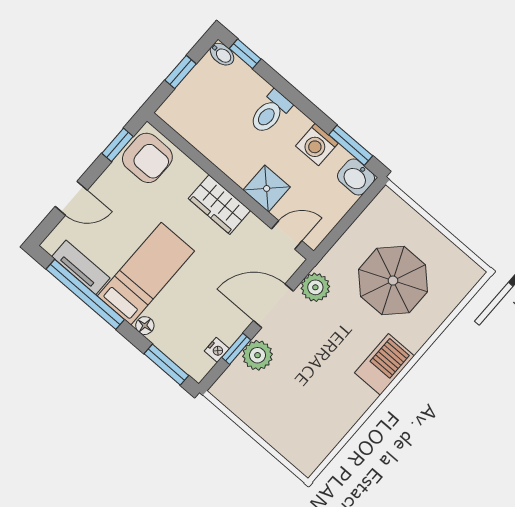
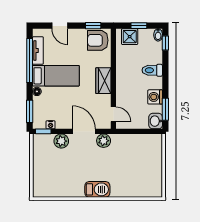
armchair: (147, 158) -> (98, 40), turned 90
shower: (267, 188) -> (130, 37), moved
parasol: (393, 281) -> (130, 166), removed
window: (236, 349) -> (43, 131), moved

